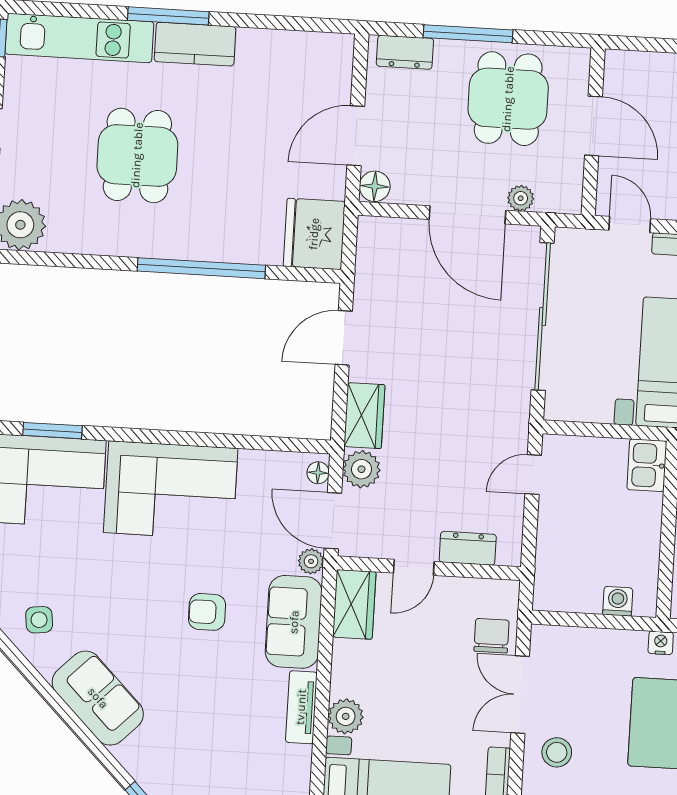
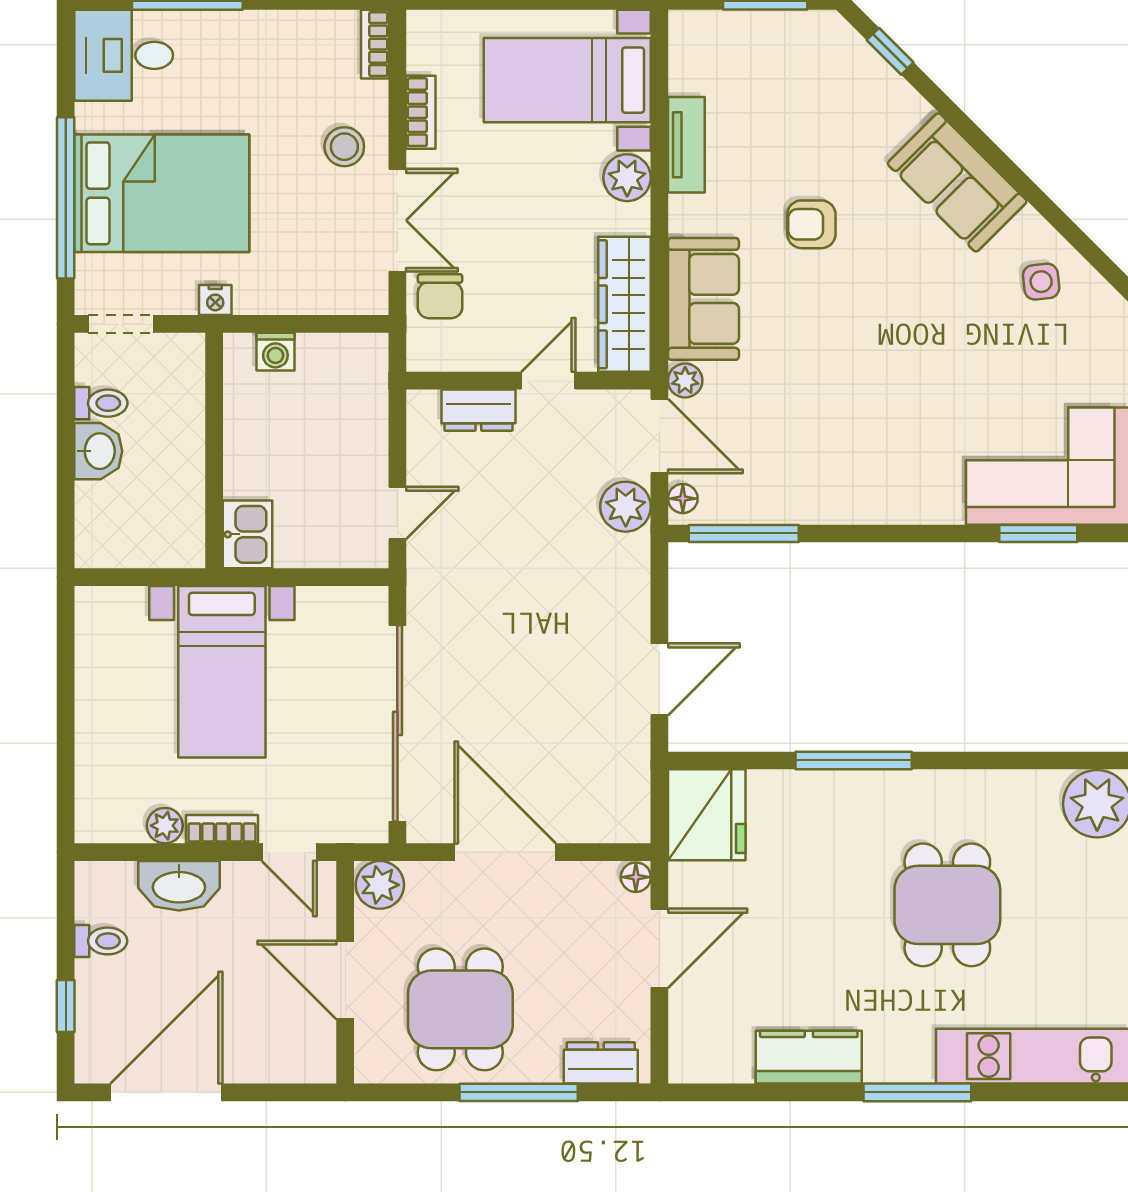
kitchen counter: (195, 44) -> (809, 1057), moved
floor lamp: (375, 186) -> (636, 877), width x0.73, depth x0.73
plant: (521, 198) -> (380, 885), moved, width x1.38, depth x1.38
window: (201, 268) -> (854, 760), width x0.68
wardrobe: (364, 416) -> (626, 578), removed
window: (274, 444) -> (744, 533), added
corner sofa: (171, 490) -> (877, 463), removed
wardrobe: (354, 604) -> (624, 304), width x1.50
armchair: (207, 612) -> (811, 224), moved, turned 180
tv unit: (301, 707) -> (686, 145), moved

